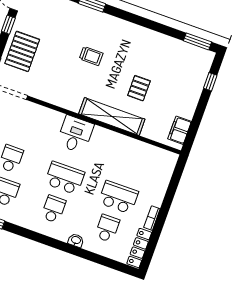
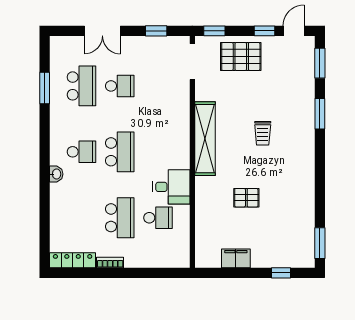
shelving: (112, 116) -> (205, 139), moved
filing cabinet: (180, 130) -> (236, 258), moved
desk: (75, 134) -> (171, 187), moved
school desk: (107, 228) -> (158, 218), moved
washbasin: (76, 240) -> (56, 174), moved

